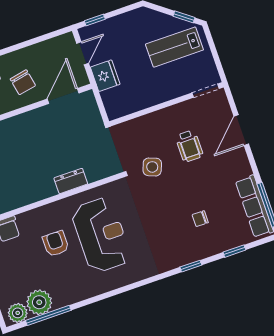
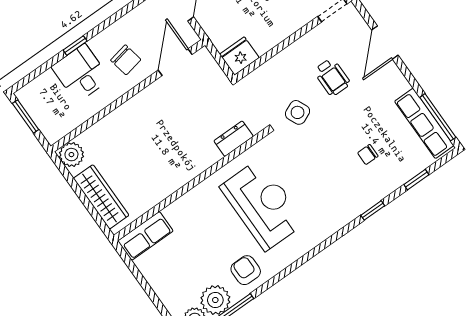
fridge: (105, 76) -> (239, 56), moved, turned -90
side table: (152, 167) -> (298, 112), turned 45
dresser: (71, 181) -> (234, 139), moved
armchair: (56, 244) -> (246, 270), moved

